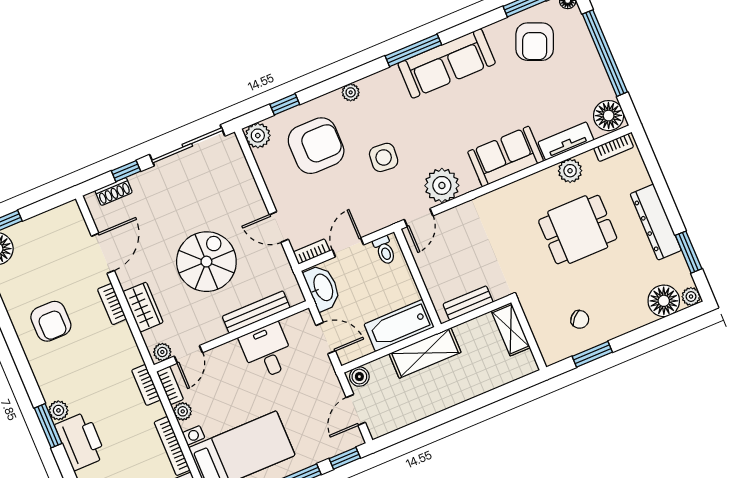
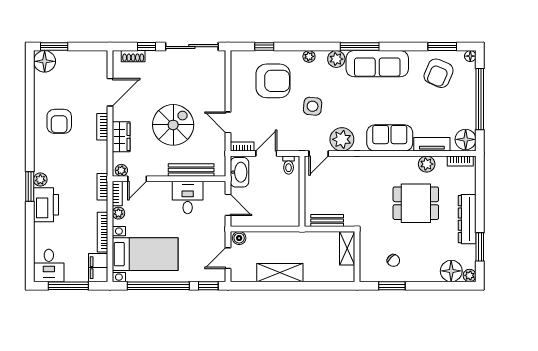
plant: (258, 136) -> (336, 59), moved
bathtub: (399, 326) -> (278, 216), removed
shelving: (425, 353) -> (280, 273), moved

